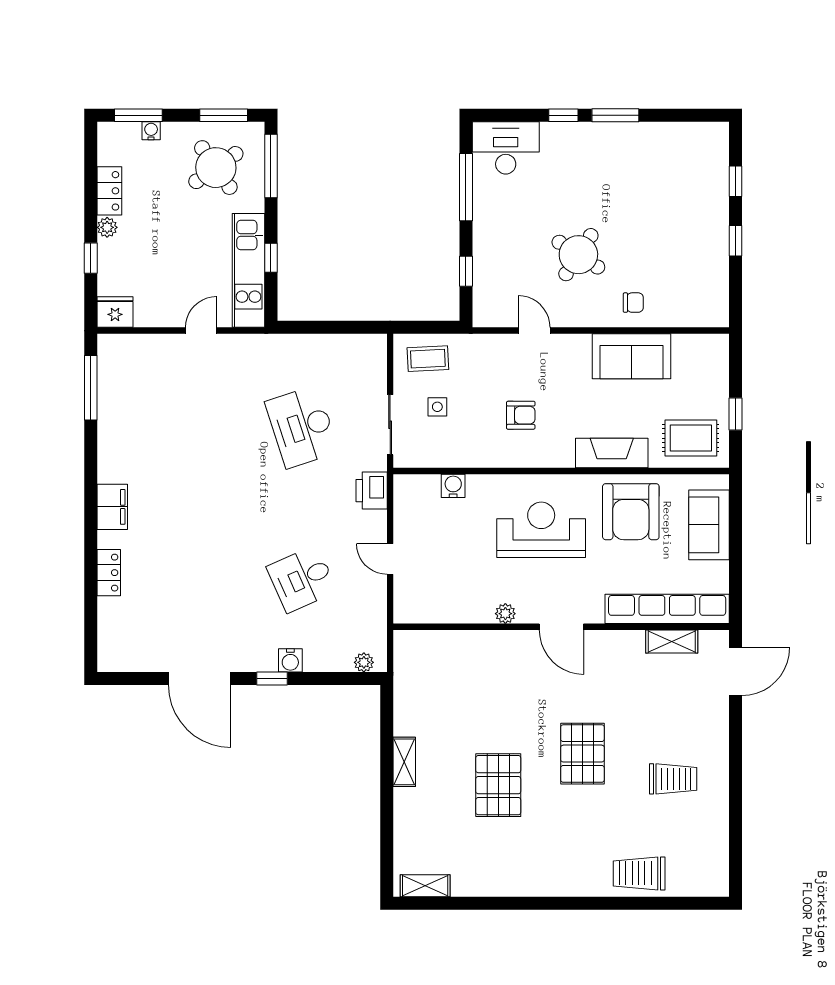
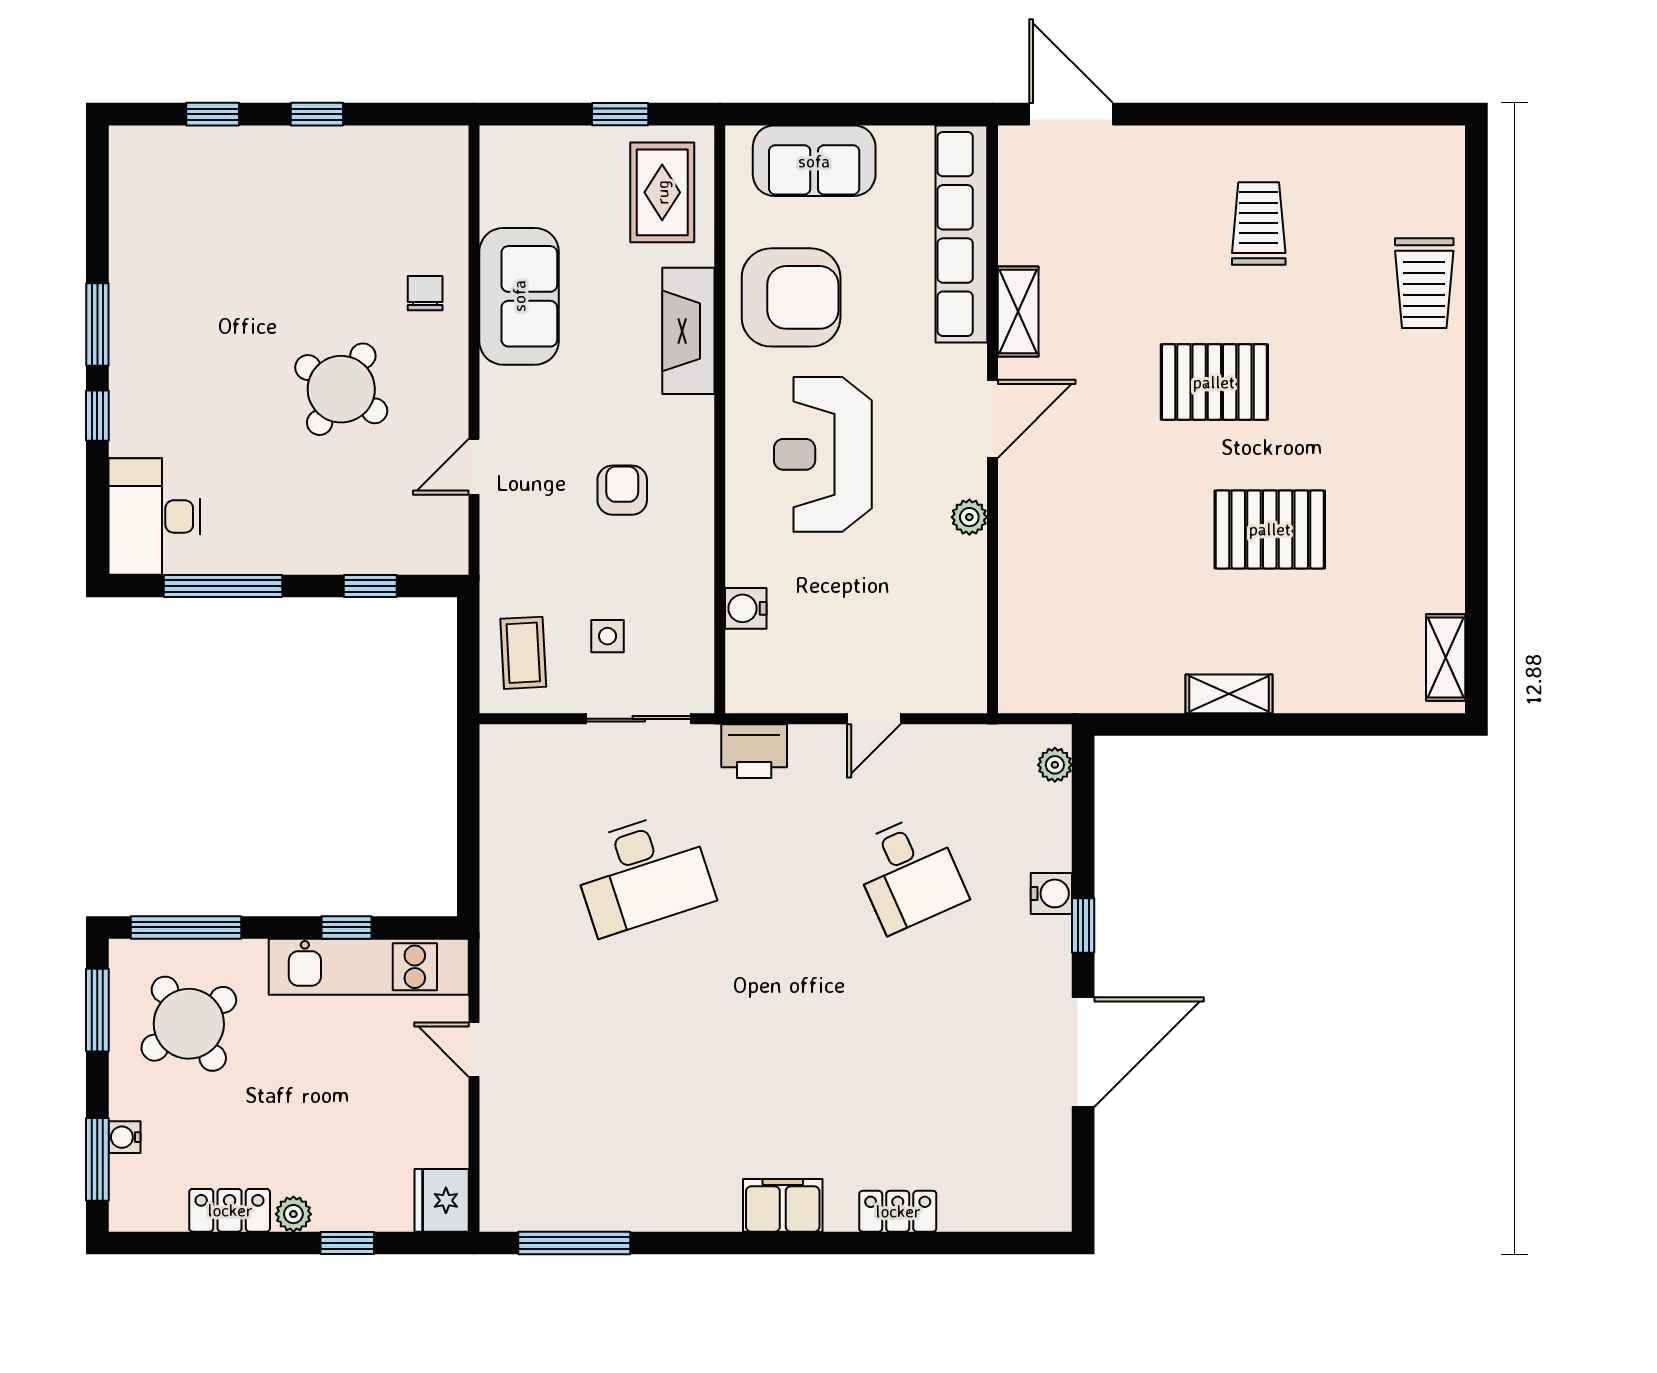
shelving: (672, 641) -> (1018, 312), moved

